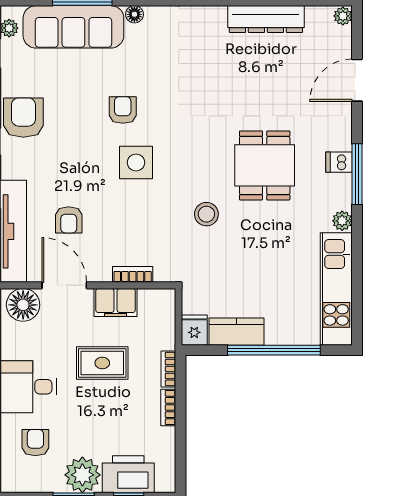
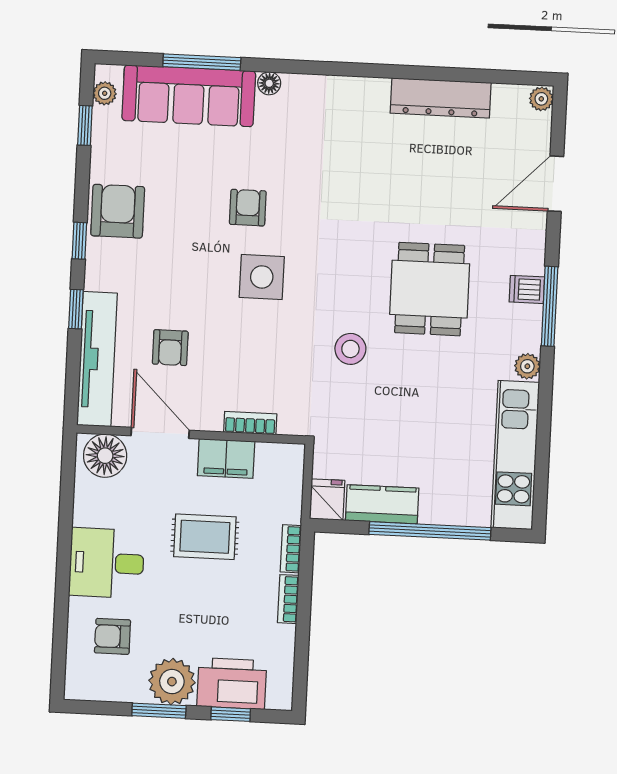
armchair: (35, 443) -> (112, 636), turned -90

